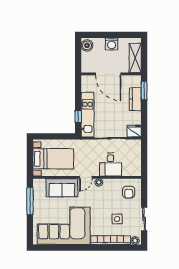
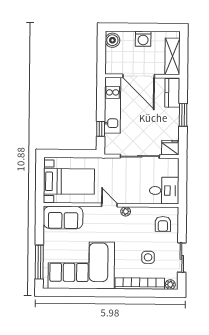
window: (144, 91) -> (183, 115), moved
kitchen counter: (135, 99) -> (172, 93), moved
kitchen unit: (88, 115) -> (112, 105), moved
desk: (111, 165) -> (164, 191), moved, turned -90
door: (86, 177) -> (109, 205), swing flipped
sofa: (62, 188) -> (63, 218), moved
window: (30, 201) -> (39, 262), moved

